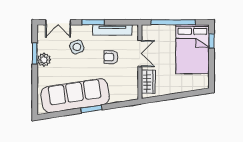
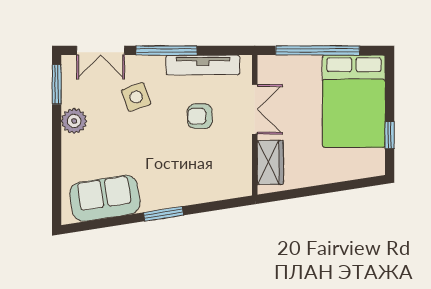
window: (93, 22) -> (167, 50), width x1.44
window: (211, 41) -> (390, 135), moved
window: (35, 53) -> (57, 85), moved
sofa: (75, 96) -> (105, 198), width x0.54, depth x0.79

